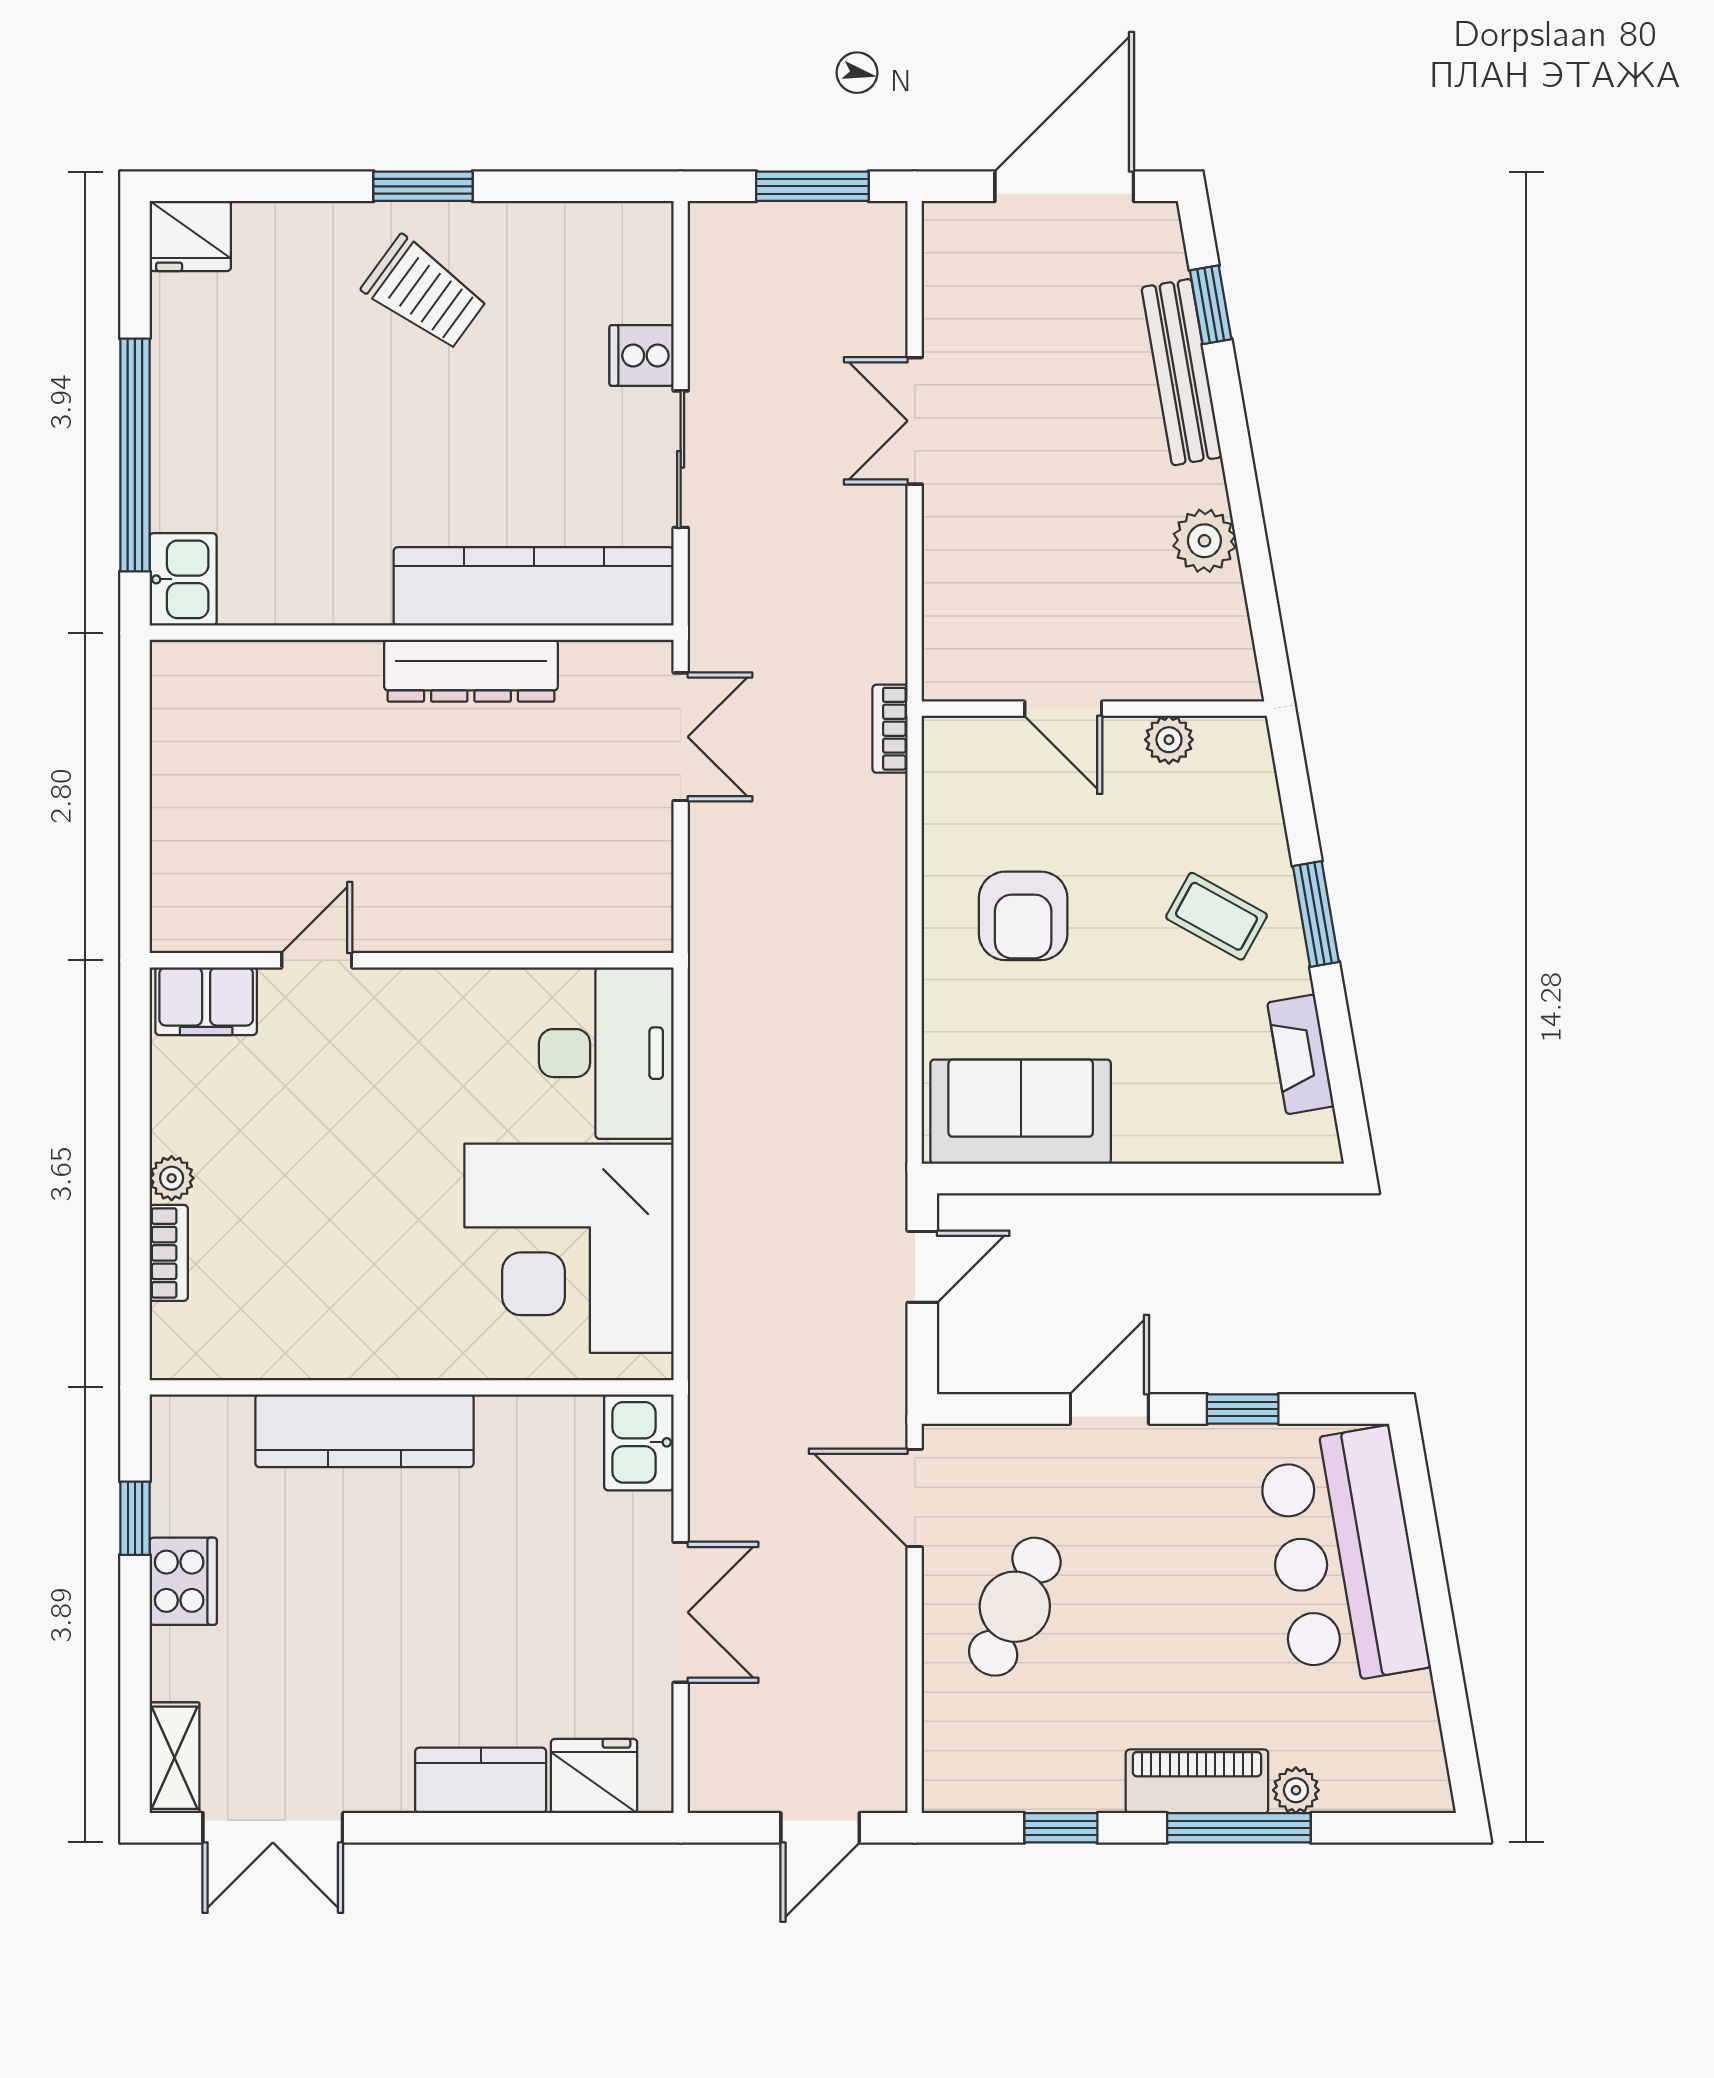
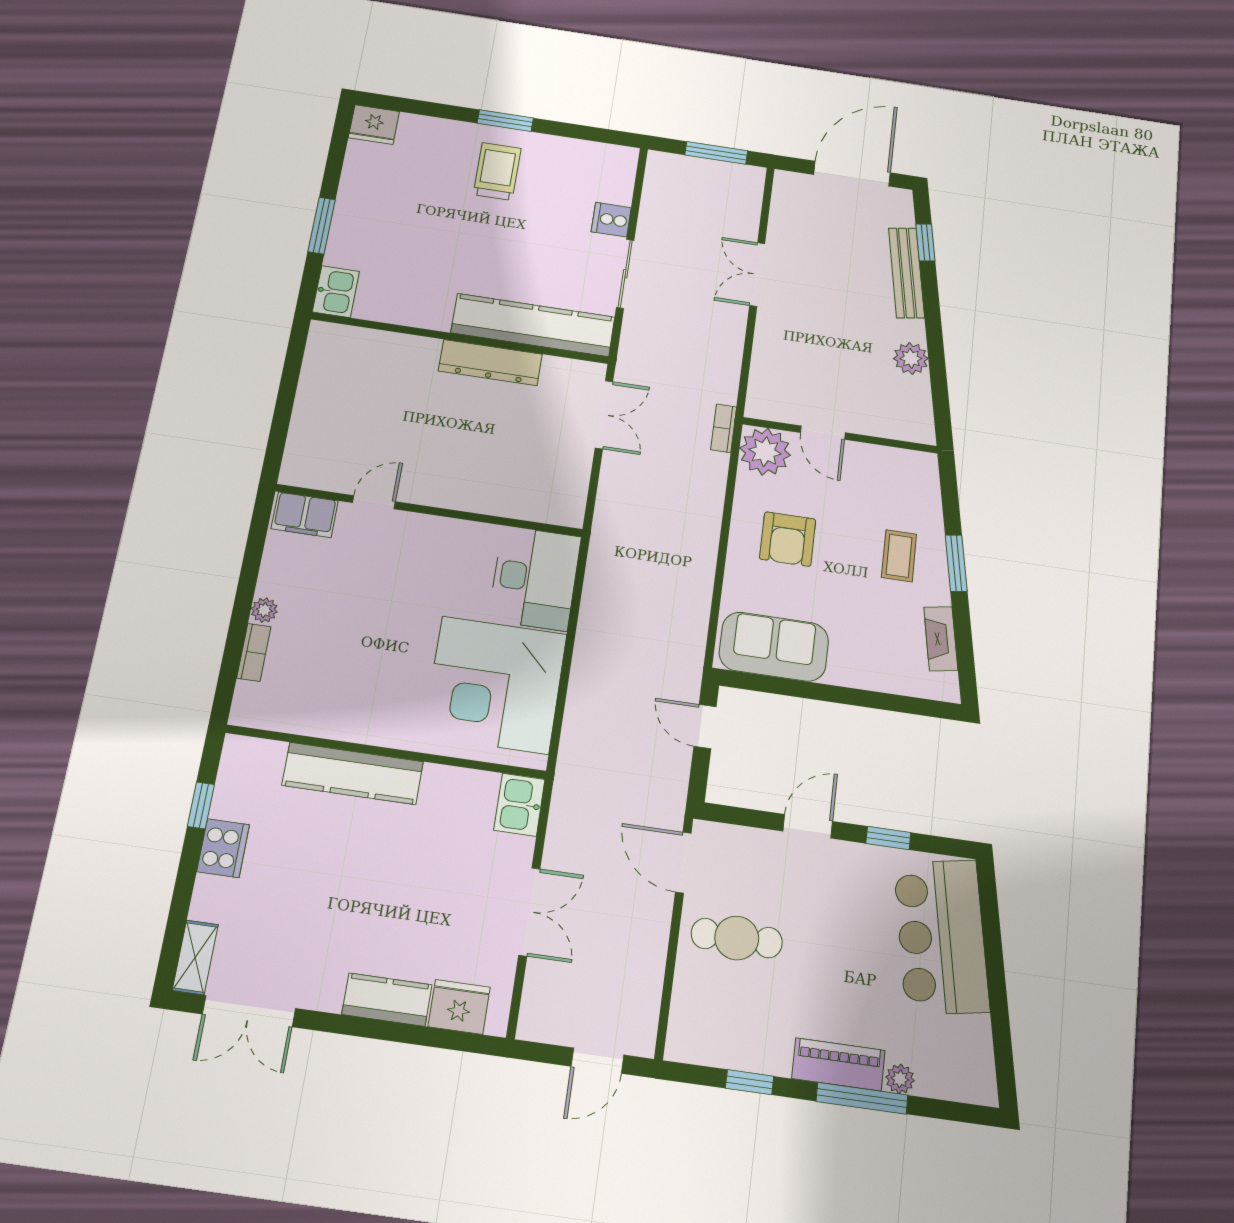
trolley: (425, 293) -> (497, 171), turned -126
window: (135, 455) -> (322, 226), width x0.47
plant: (1169, 740) -> (765, 452), moved, width x1.87, depth x1.87
coffee table: (1217, 916) -> (899, 556), turned 61
door: (922, 1267) -> (705, 727), swing flipped
cafe table: (1015, 1607) -> (737, 938), turned 65

